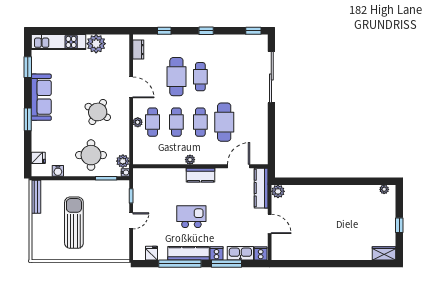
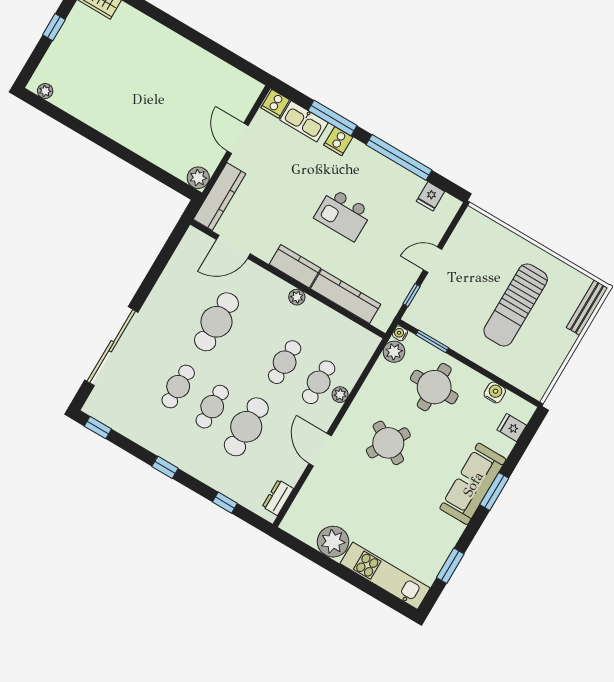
sofa: (41, 97) -> (473, 484), moved
cafe table: (200, 122) -> (178, 387), moved
bench: (36, 197) -> (587, 308), moved
kitchen counter: (189, 253) -> (346, 296), moved, turned 180

